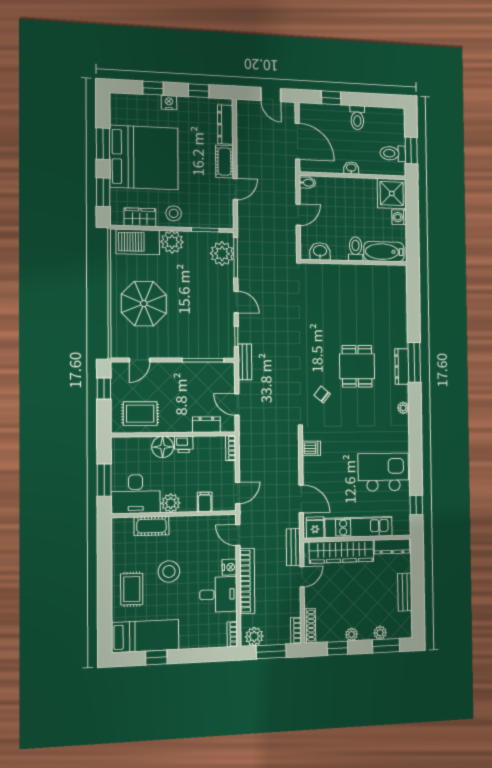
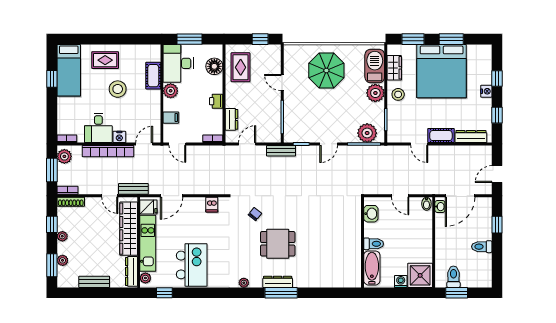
washbasin: (351, 168) -> (440, 207), moved
door: (139, 360) -> (282, 83), moved
floor lamp: (163, 447) -> (214, 66), moved
plant: (399, 529) -> (145, 278), added

